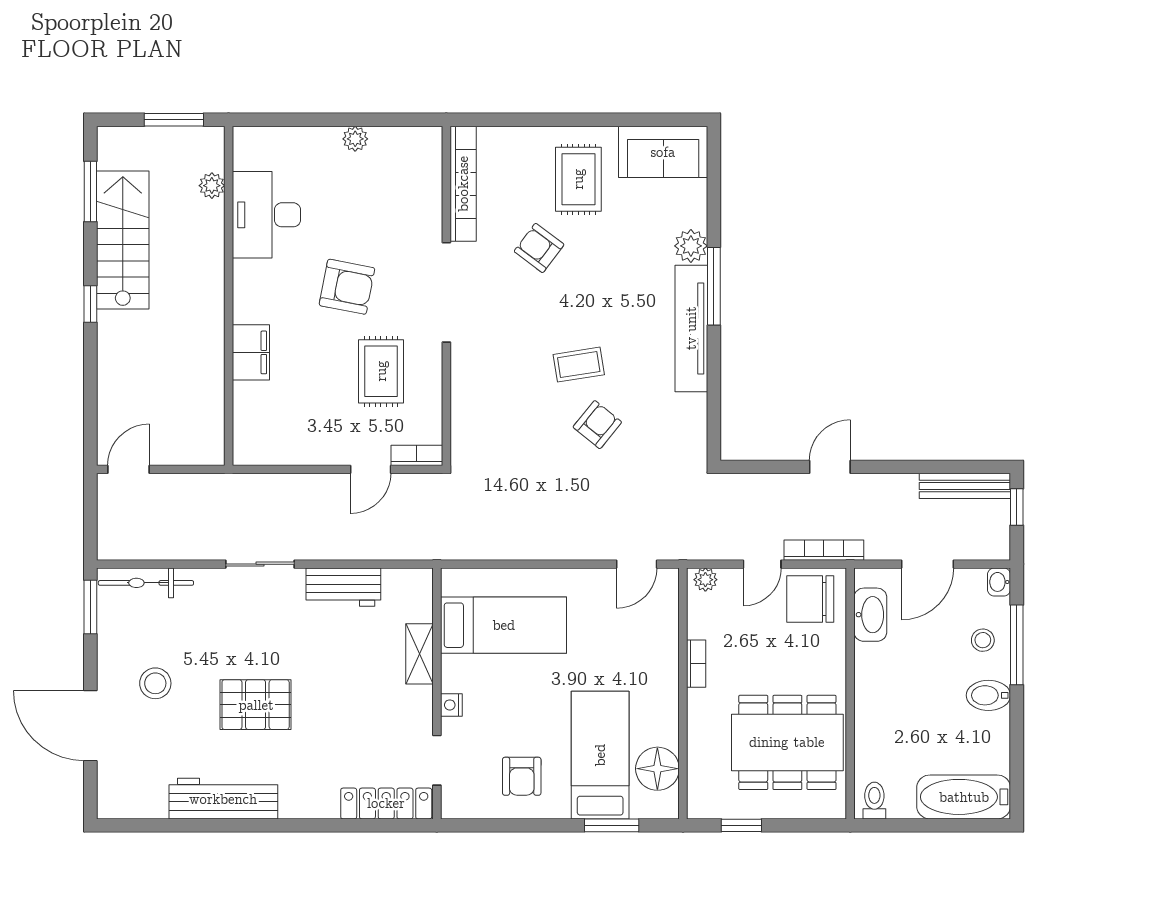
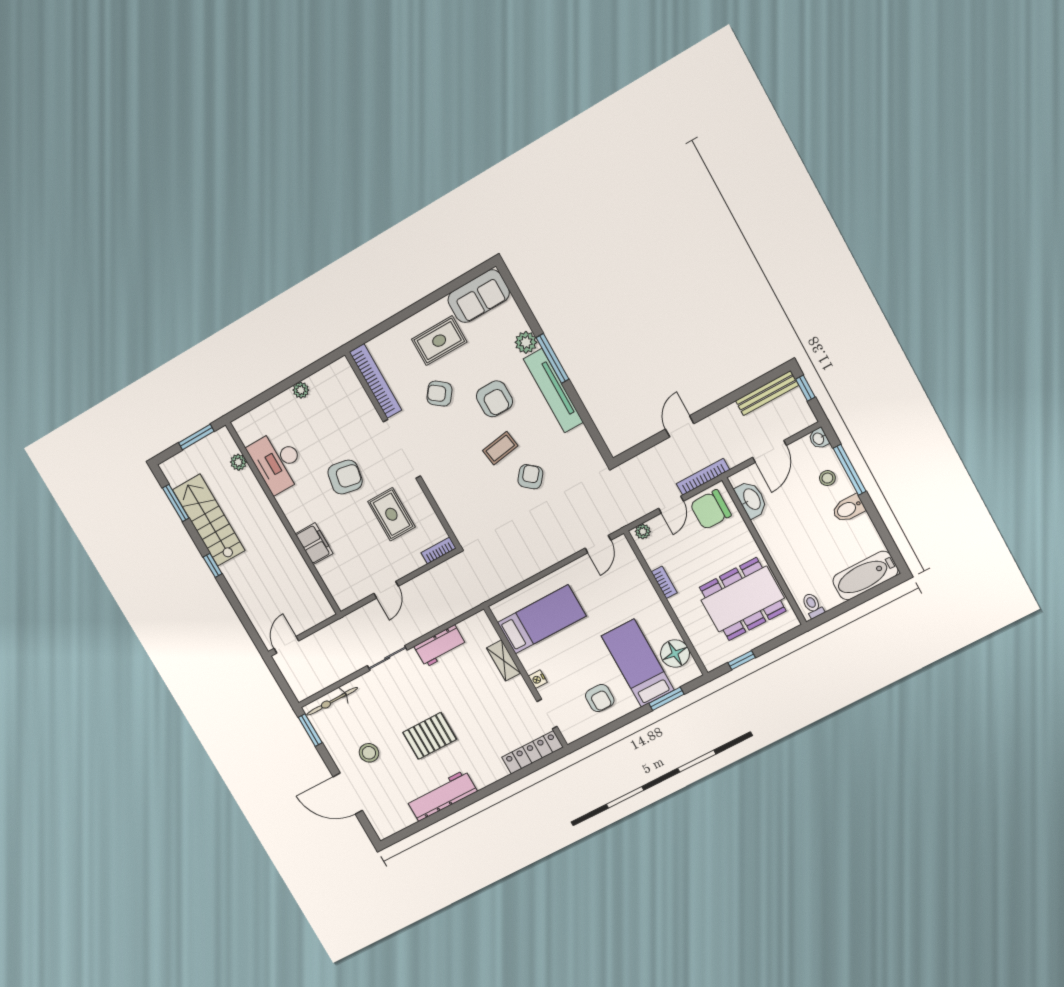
rug: (578, 179) -> (439, 341), turned 90
armchair: (608, 296) -> (494, 399), added
door: (371, 469) -> (386, 590), moved

